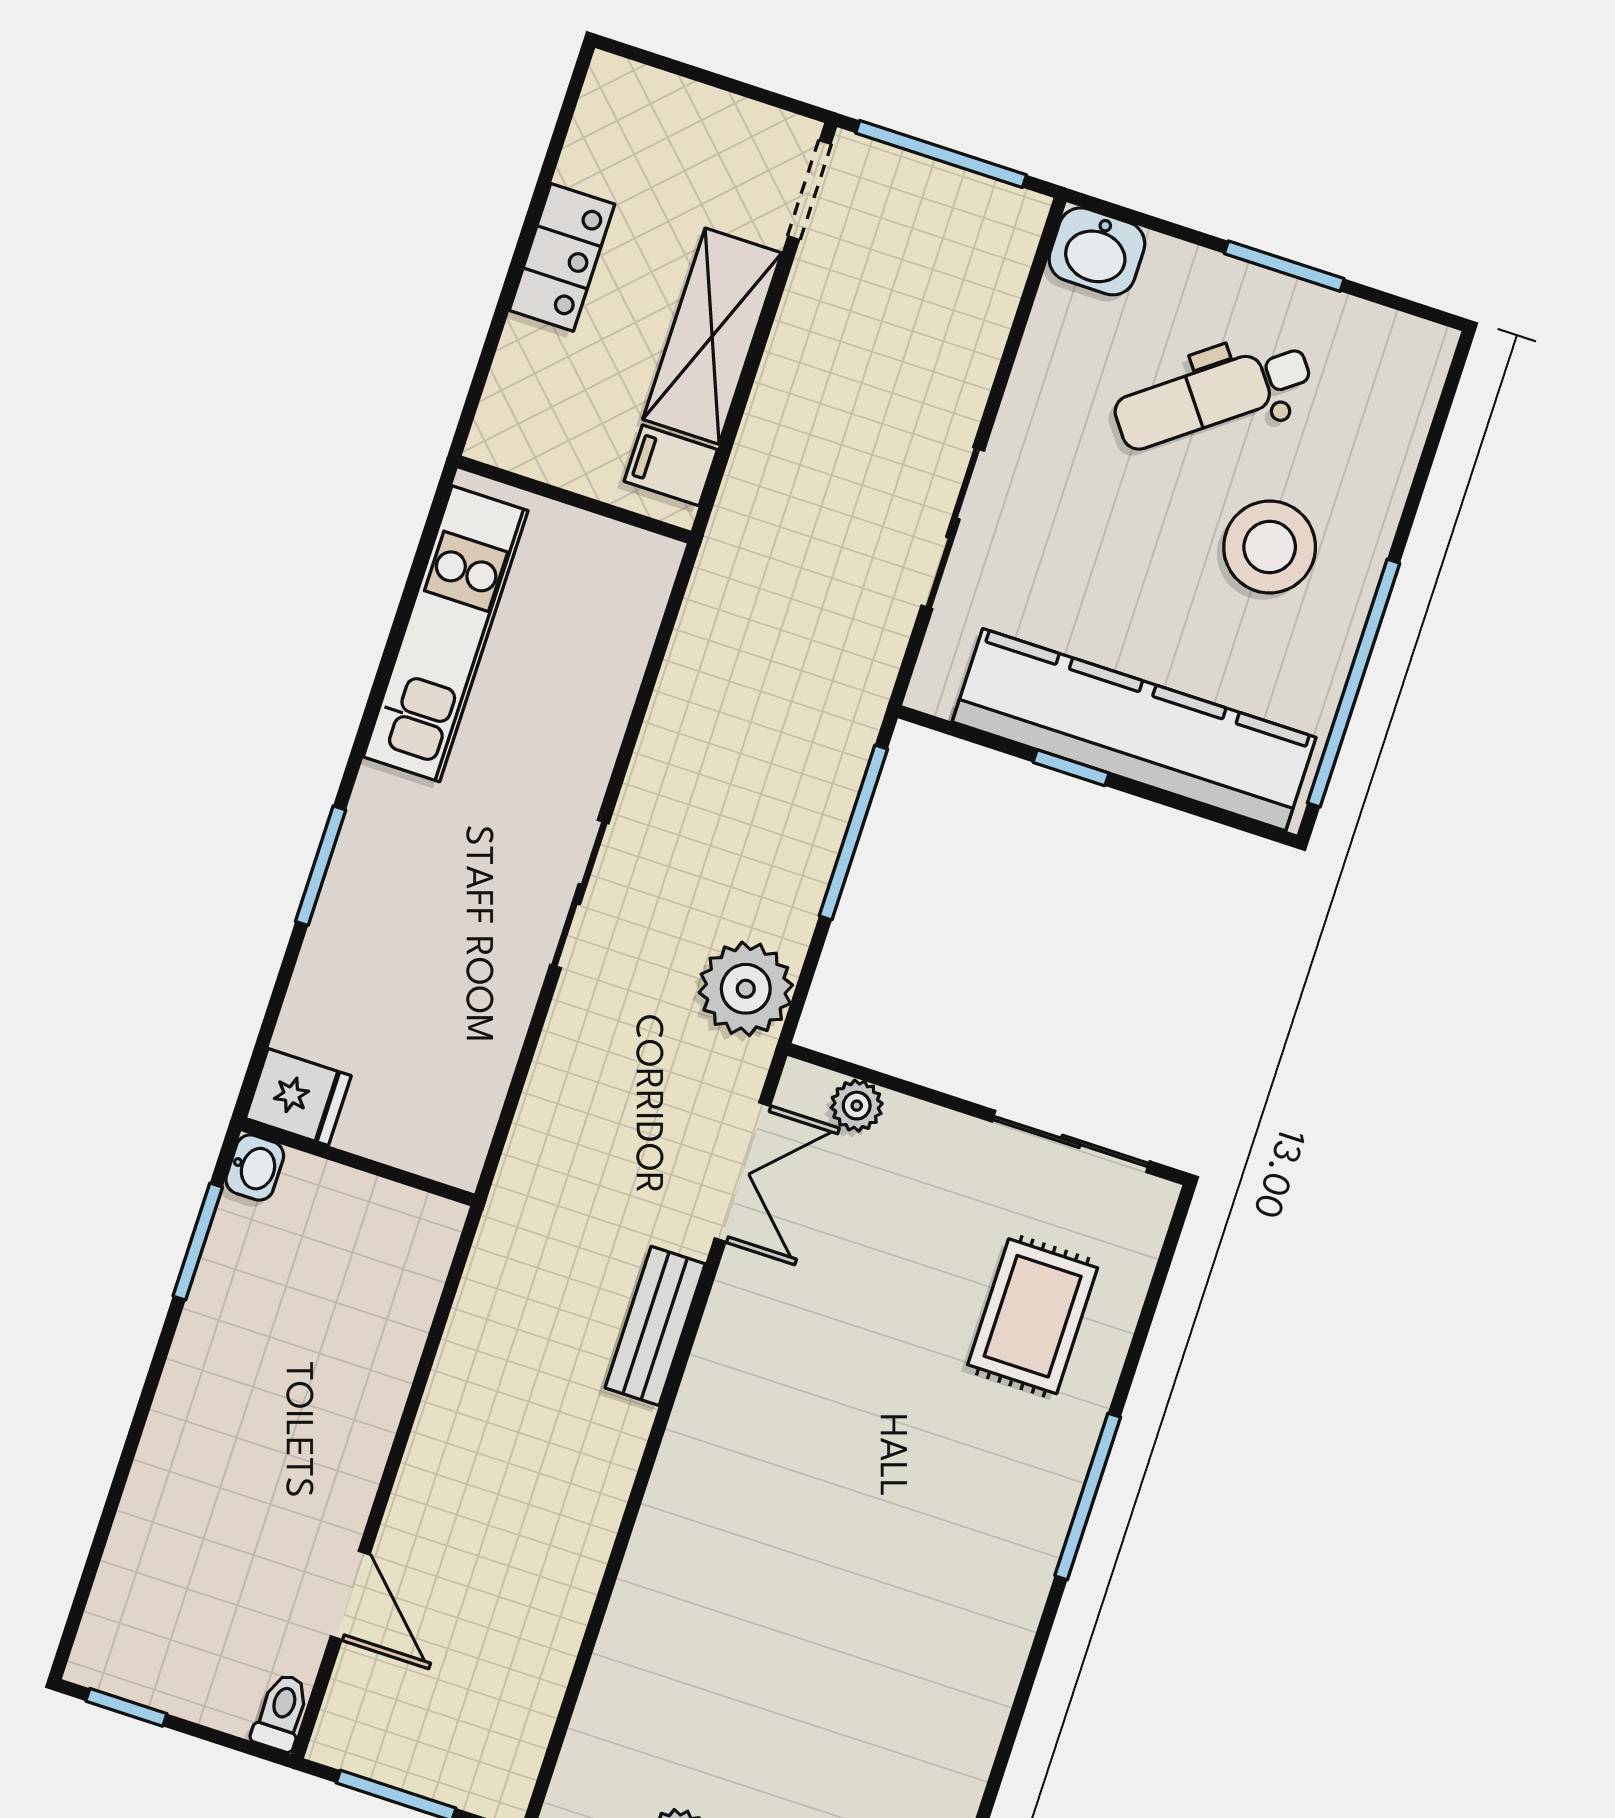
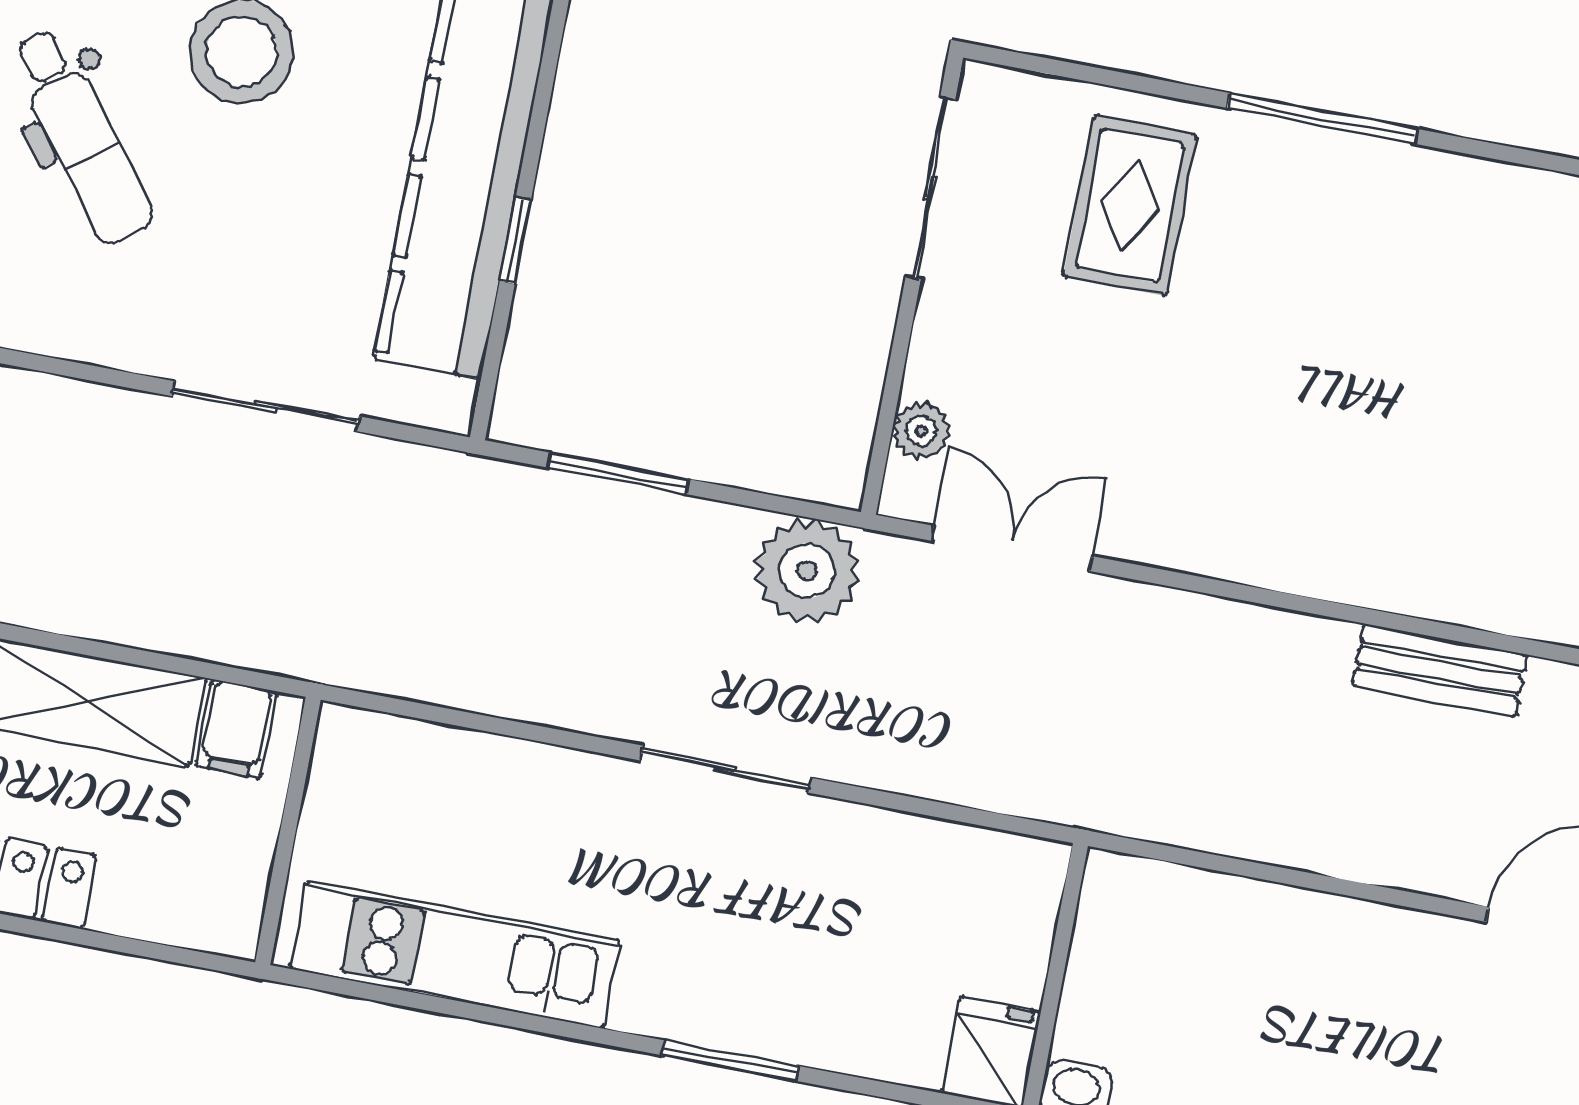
window: (853, 832) -> (618, 473), width x0.69
rug: (1033, 1316) -> (1130, 205), turned 90
bench: (655, 1326) -> (1440, 670), moved

